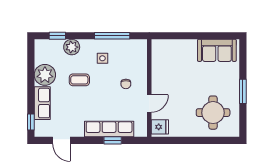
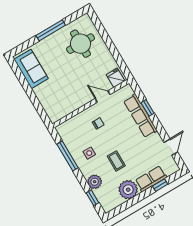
window: (243, 91) -> (51, 30), width x1.44
window: (31, 122) -> (160, 185), moved

